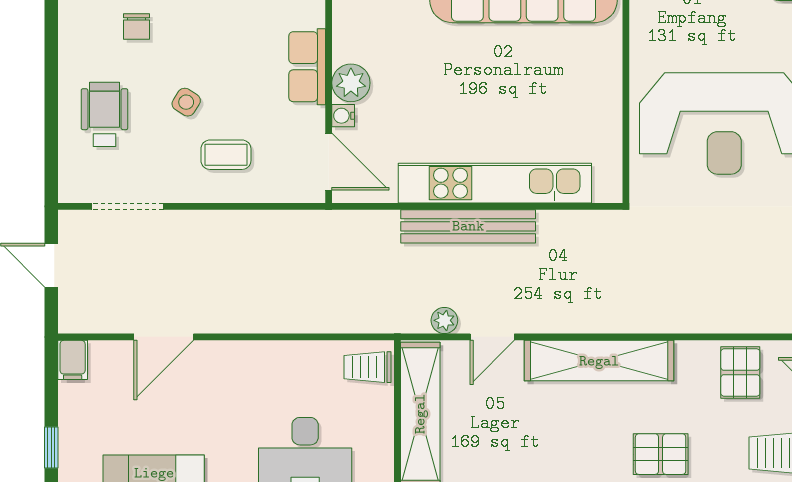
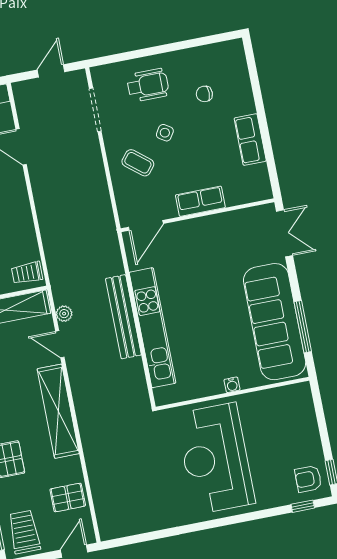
plant: (351, 83) -> (196, 229), removed
water cooler: (343, 116) -> (232, 385), moved, turned 180
coffee table: (226, 155) -> (138, 163), turned -51
trolley: (367, 367) -> (27, 273), turned -90

